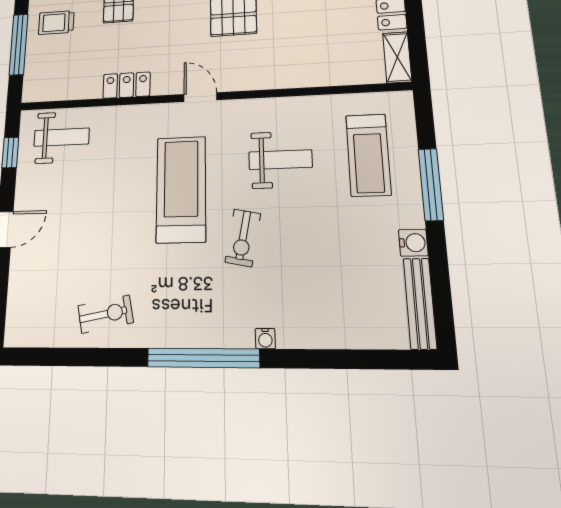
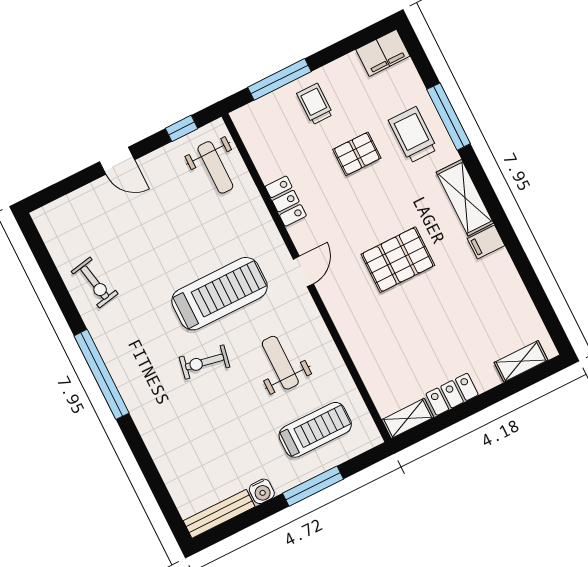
treadmill: (368, 155) -> (315, 430), turned 180
weight bench: (280, 160) -> (280, 363), turned 180
water cooler: (265, 339) -> (139, 414), removed

